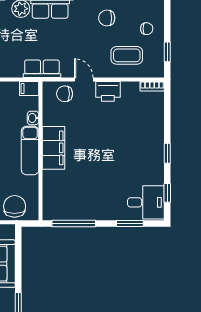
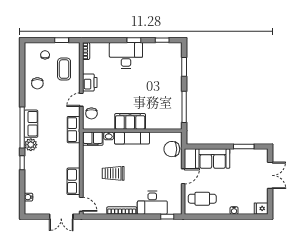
filing cabinet: (29, 89) -> (93, 139), width x2.00
desk: (146, 202) -> (126, 55), moved, width x1.37

